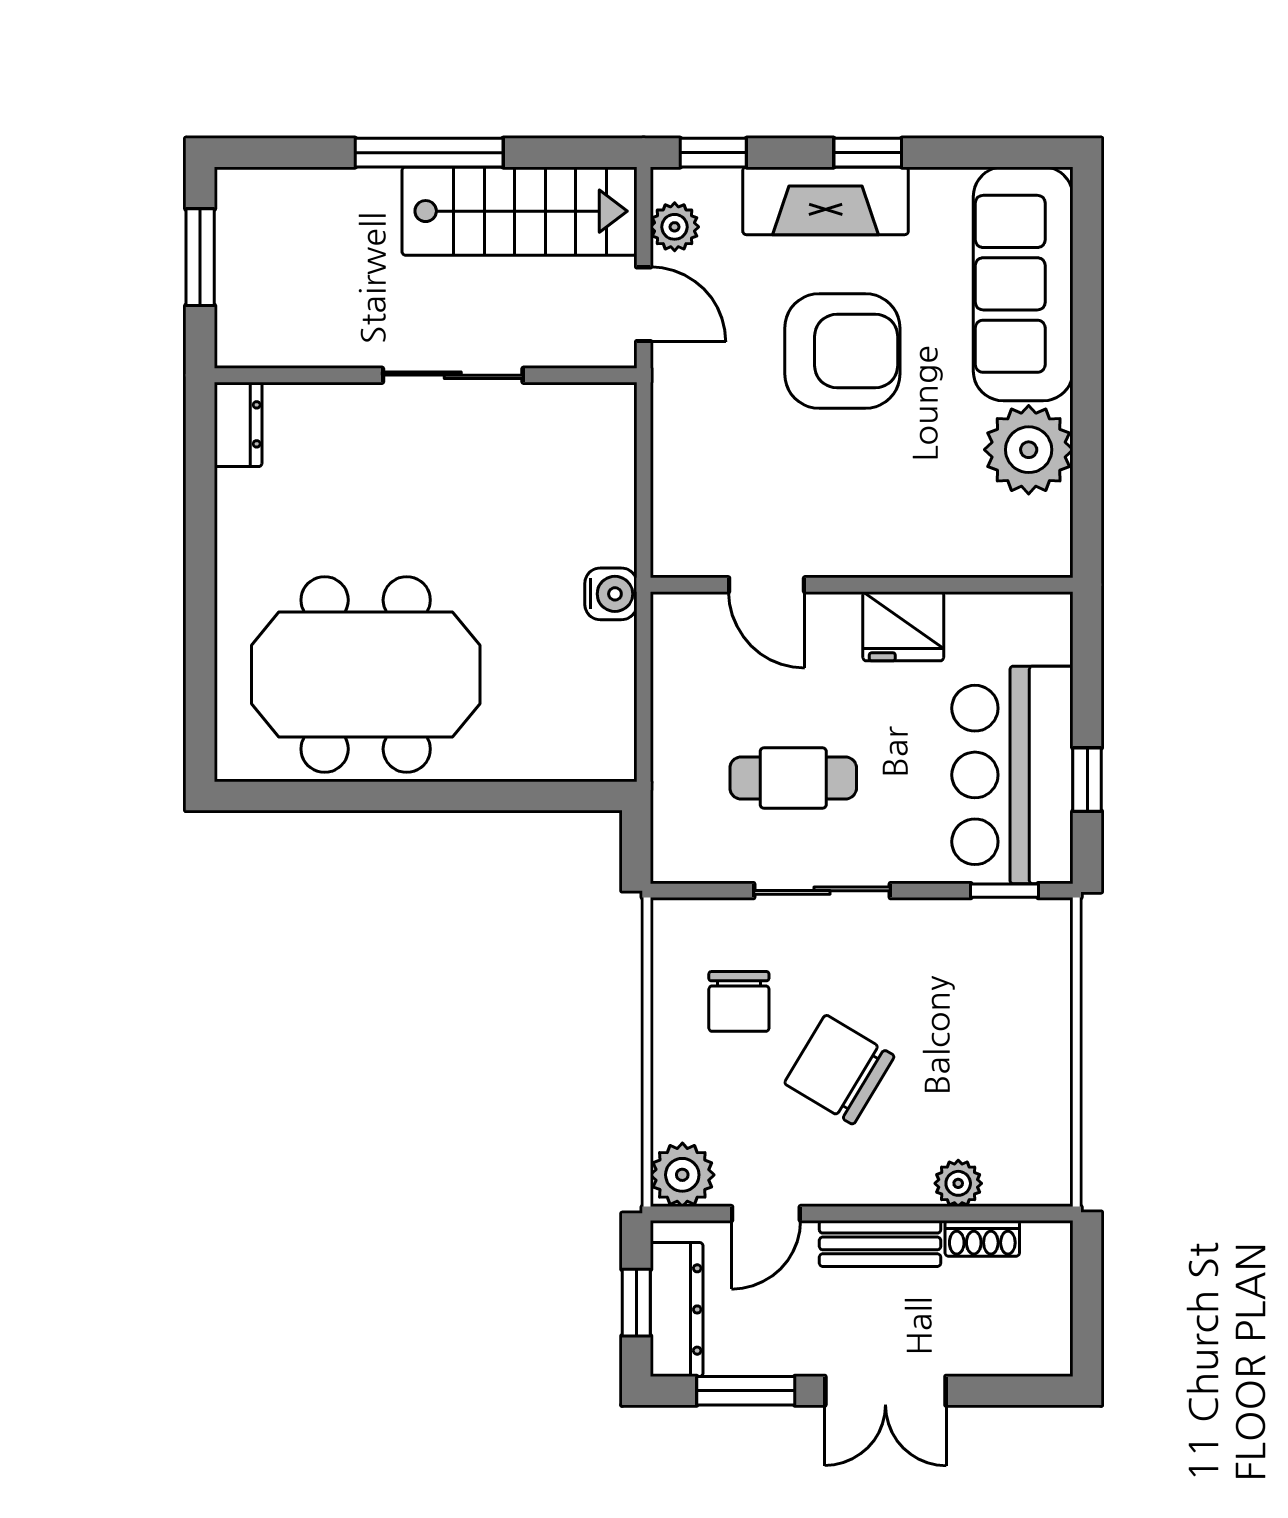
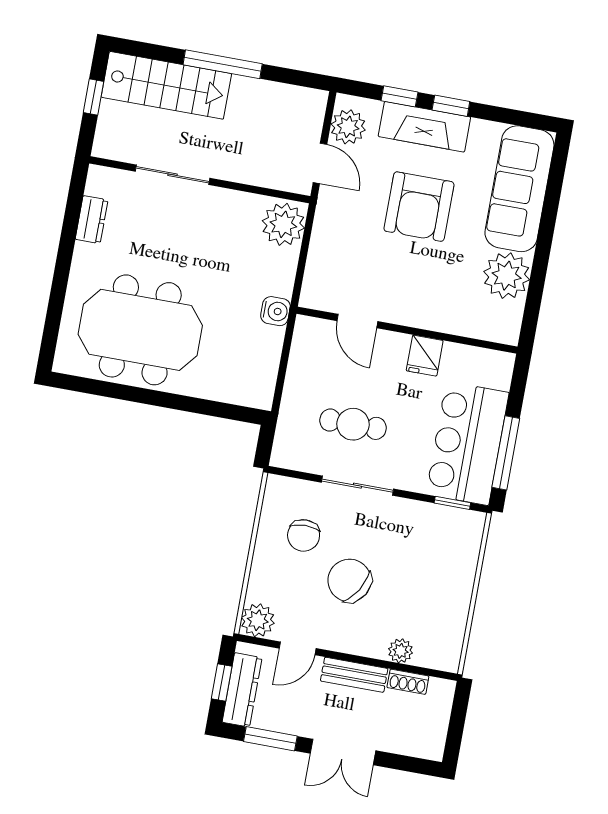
window: (713, 153) -> (399, 96), moved
stairs: (519, 211) -> (166, 85), moved
plant: (675, 227) -> (348, 127), width x1.38, depth x1.38
window: (200, 257) -> (93, 97), width x0.67
armchair: (842, 351) -> (419, 207), turned 90
sliding door: (453, 375) -> (172, 175), moved
dresser: (238, 424) -> (92, 220), moved
plant: (596, 430) -> (283, 224), added
fridge: (903, 626) -> (425, 356), width x0.72
window: (1087, 780) -> (506, 453), width x2.17

